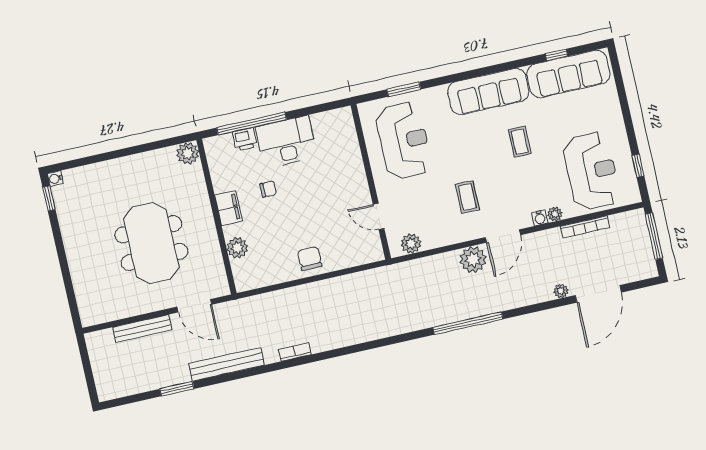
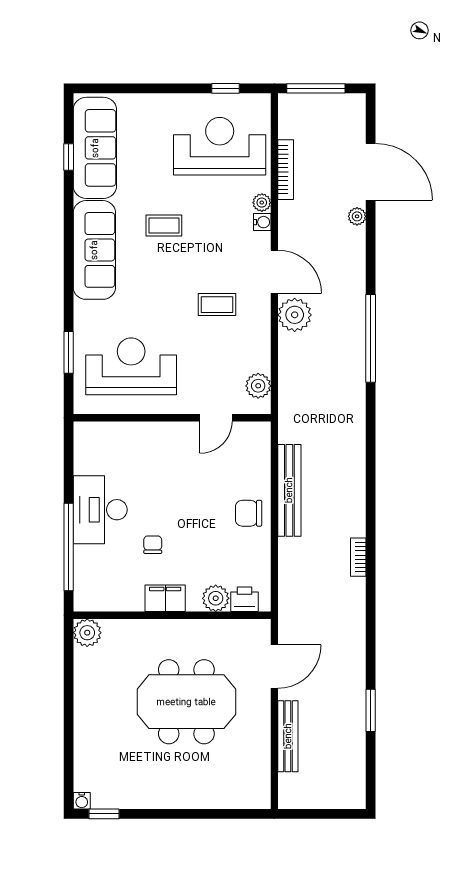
printer: (245, 139) -> (245, 599), moved, turned -90
bench: (227, 364) -> (289, 490), moved

